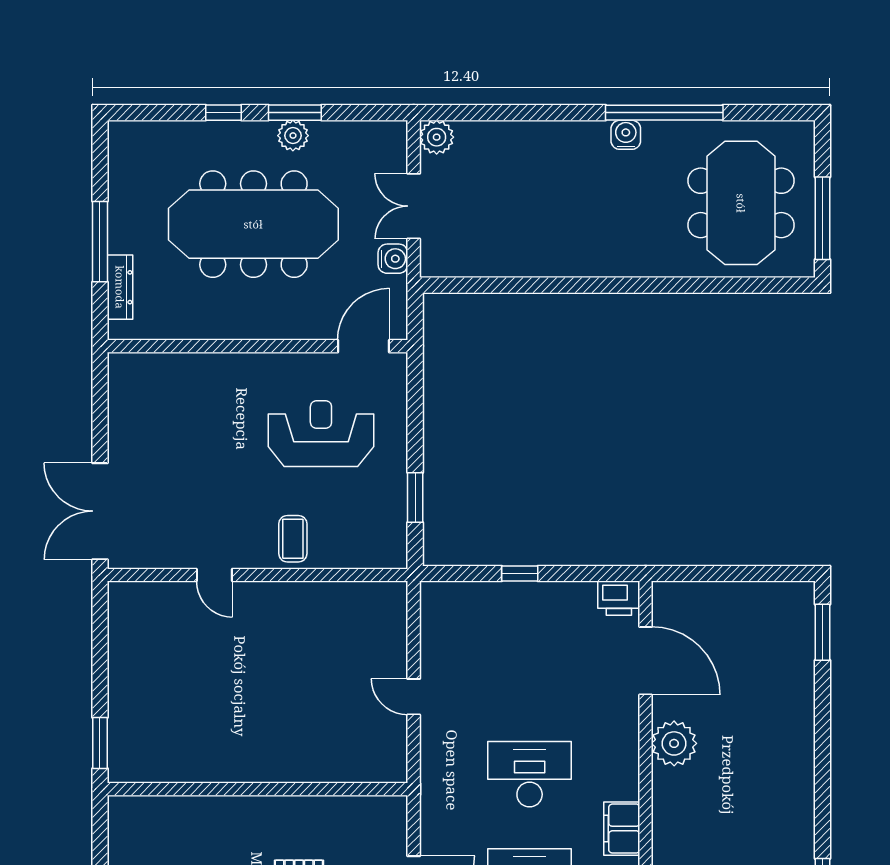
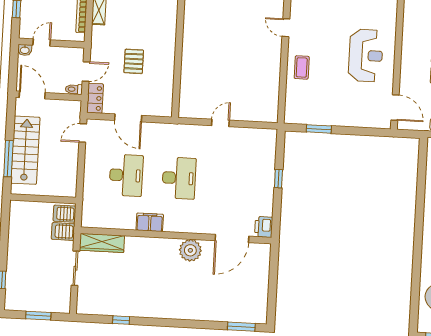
reception desk: (321, 434) -> (366, 55), moved
coffee table: (293, 539) -> (302, 67), turned 90
door: (214, 575) -> (286, 28), hinge flipped

